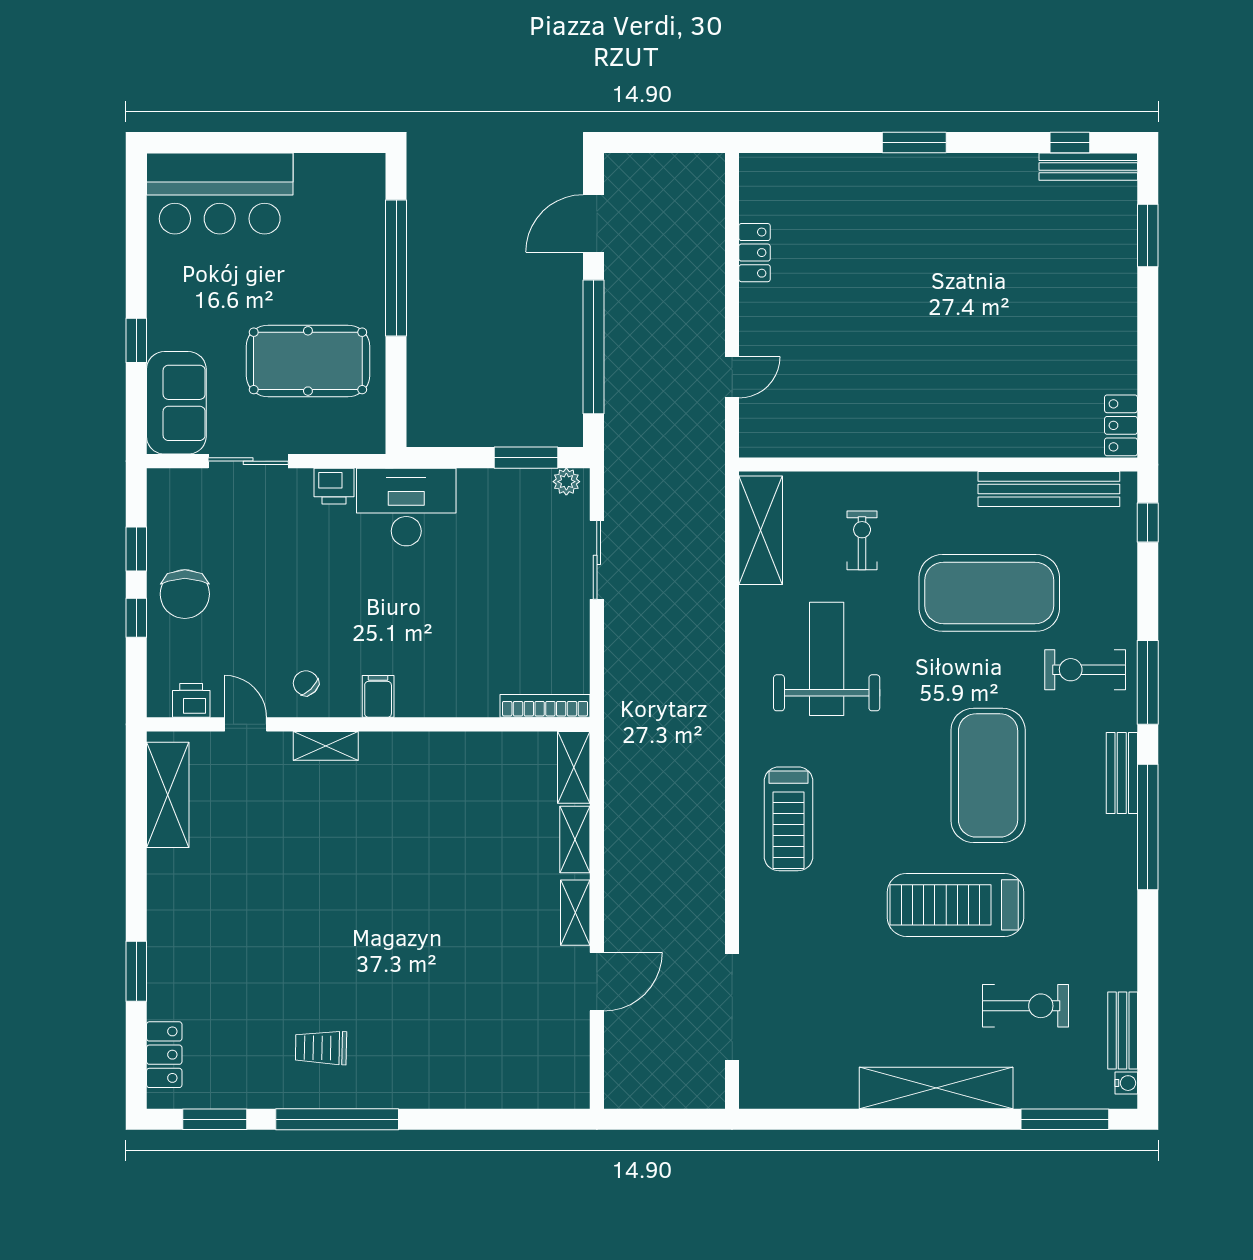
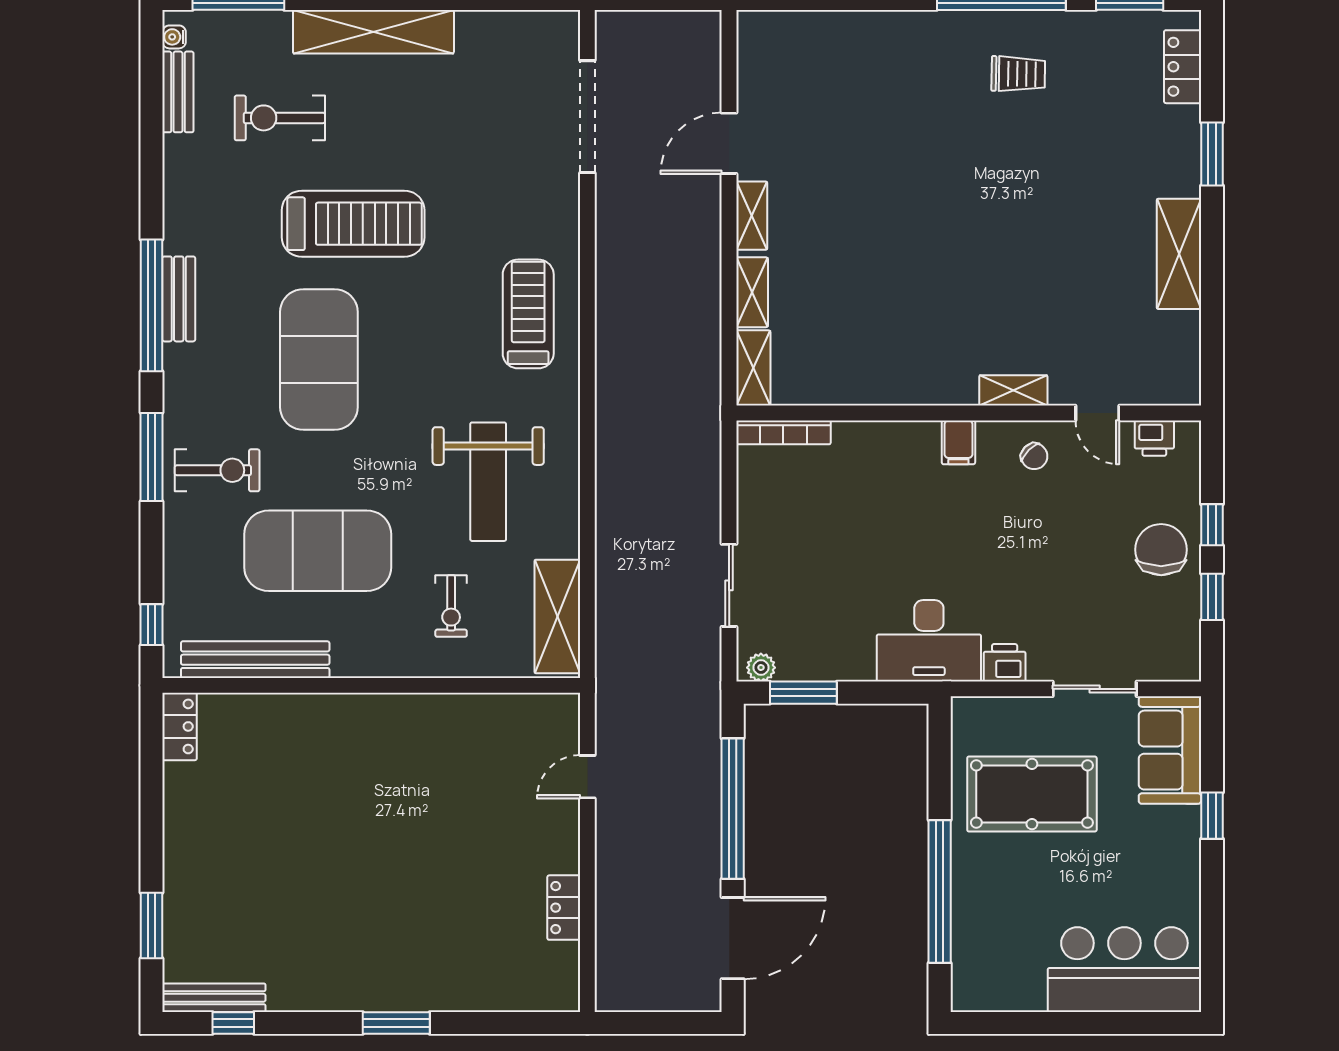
door: (593, 223) -> (733, 938), width x1.36
bench: (1122, 773) -> (179, 299), moved
shelving: (168, 795) -> (1179, 254), moved

